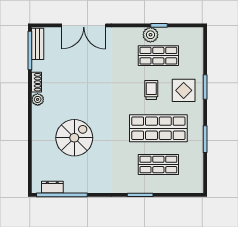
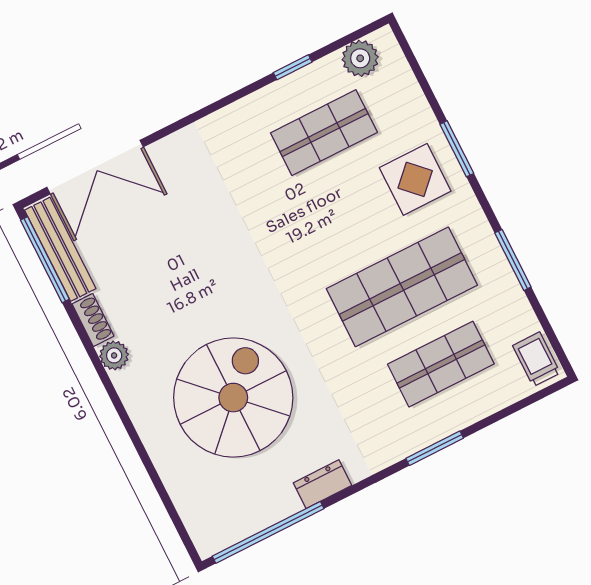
double door: (84, 25) -> (95, 167), moved
plant: (150, 35) -> (360, 58), moved
bench: (38, 44) -> (60, 249), width x1.36
trolley: (151, 90) -> (536, 359), moved
spiral stairs: (74, 138) -> (233, 398), width x1.37, depth x1.37
dresser: (52, 187) -> (322, 484), moved

